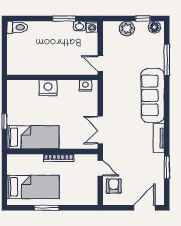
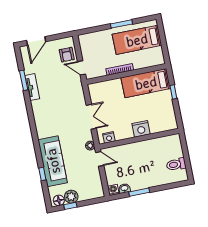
toilet: (17, 27) -> (176, 164), moved
plant: (127, 28) -> (71, 197), moved
window: (167, 60) -> (42, 174), width x0.46
plant: (108, 81) -> (90, 146), added
sofa: (153, 95) -> (53, 161), moved
double door: (100, 130) -> (91, 117), moved
tv unit: (159, 138) -> (32, 87), moved

